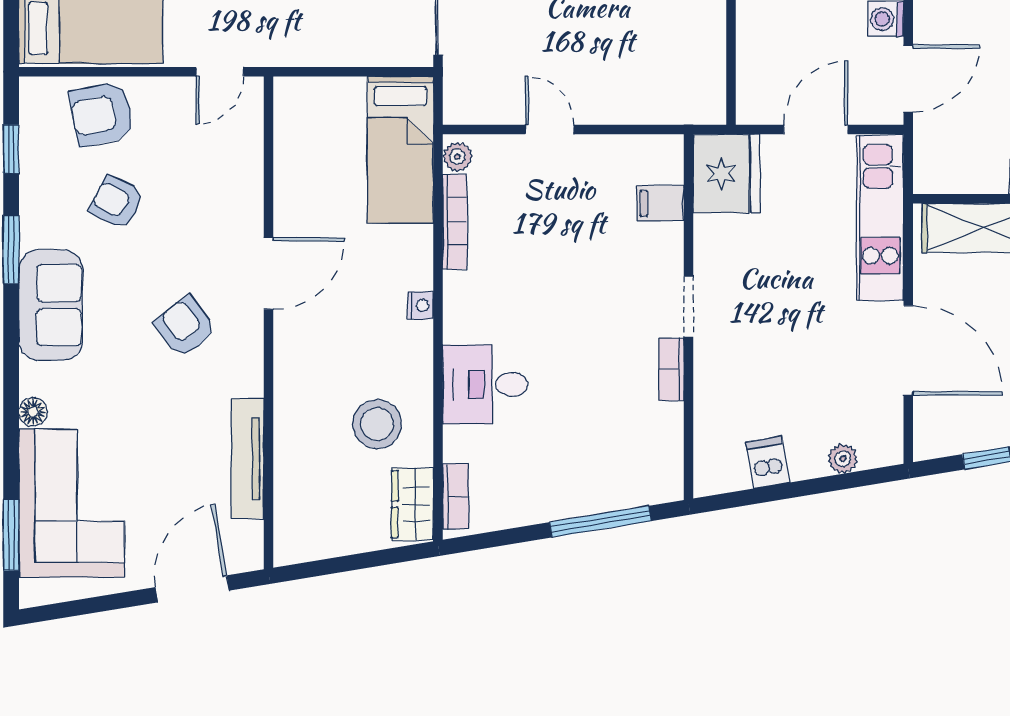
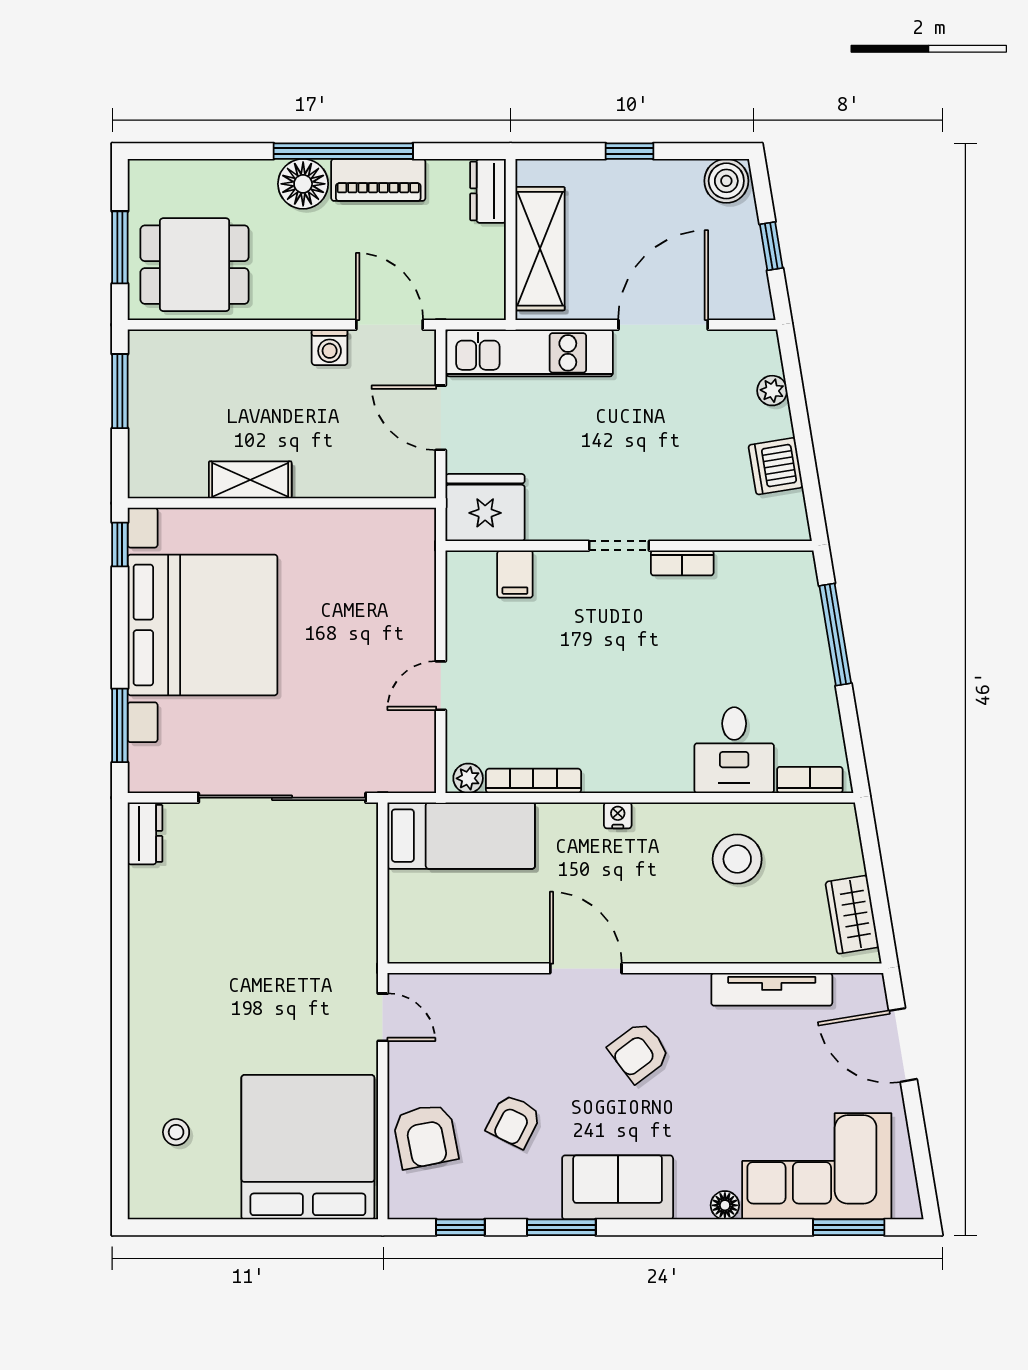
desk: (485, 384) -> (734, 750), moved
dishwasher: (768, 462) -> (776, 466), width x1.38
wardrobe: (412, 504) -> (852, 915), moved, turned 81

